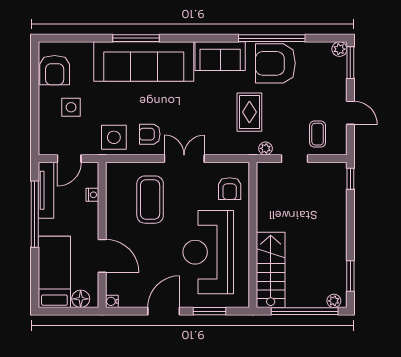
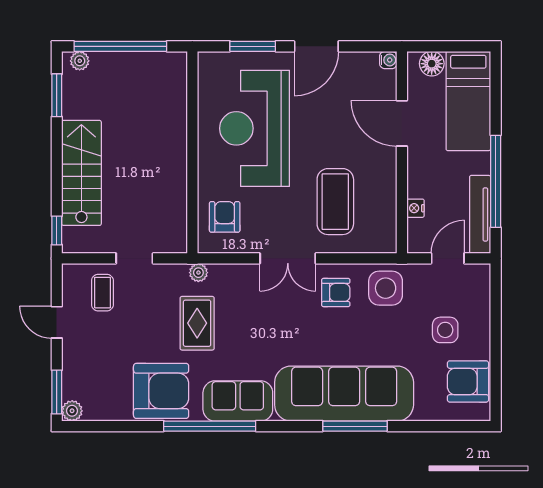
window: (272, 38) -> (210, 426), moved
armchair: (55, 70) -> (468, 381), turned -90
plant: (265, 148) -> (198, 273), moved
reception desk: (208, 252) -> (254, 128), turned 180
stairs: (271, 270) -> (81, 173), moved, turned 180

